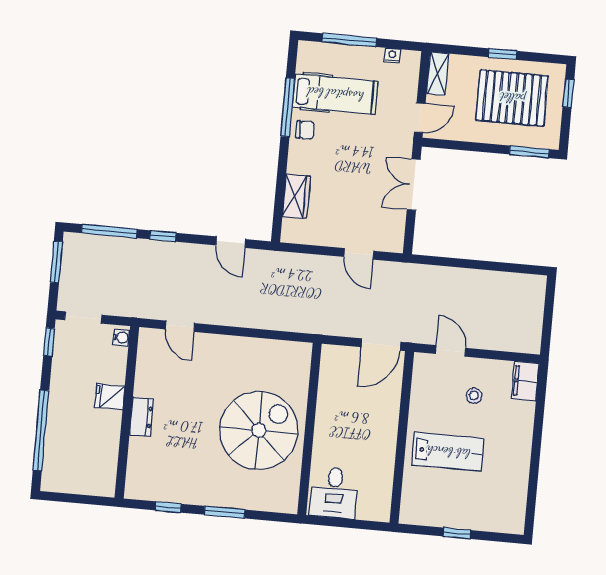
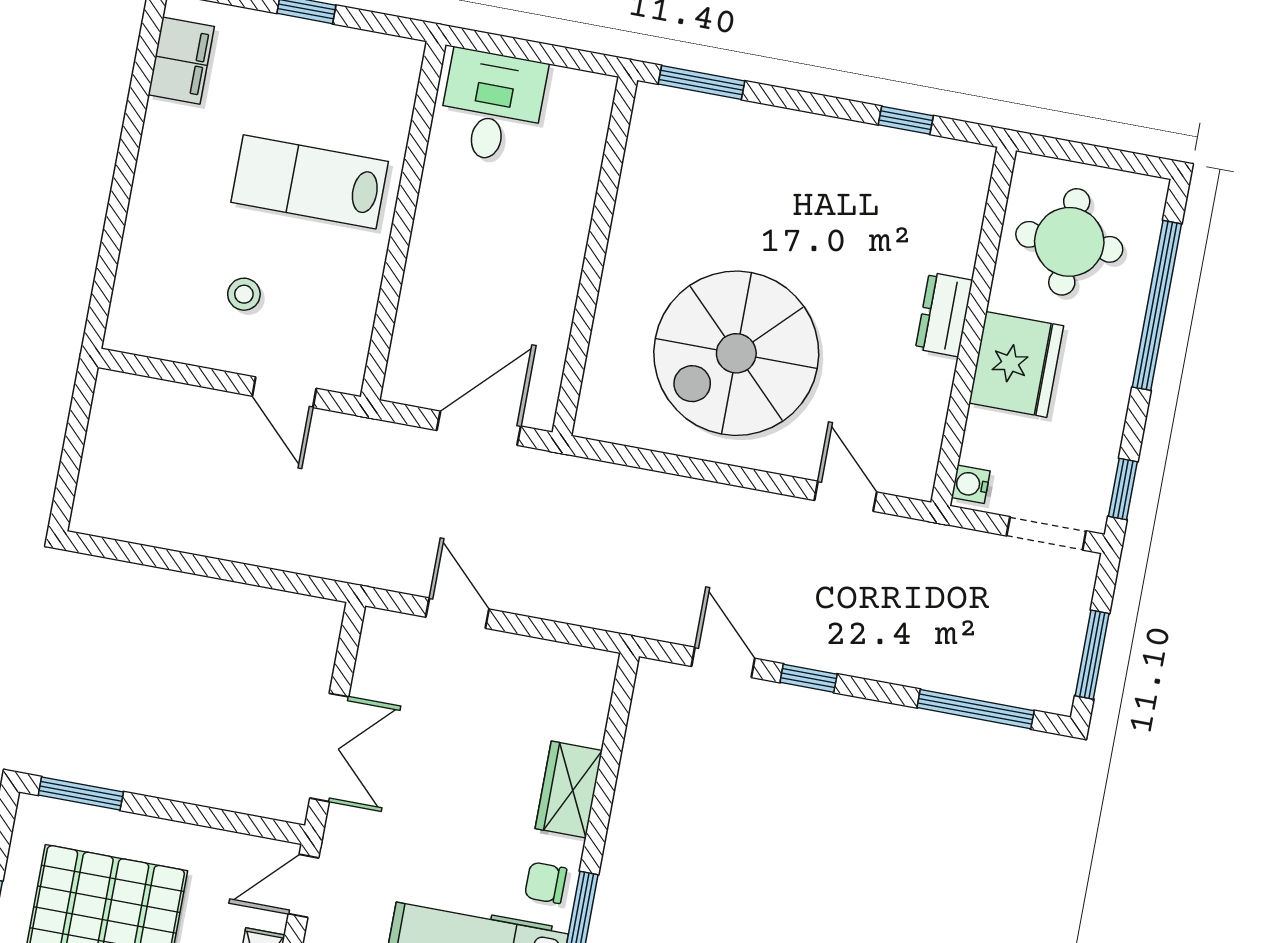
wardrobe: (296, 196) -> (569, 790), moved
window: (163, 236) -> (809, 678), moved
door: (381, 345) -> (479, 428), moved
filing cabinet: (525, 381) -> (181, 61), moved
fridge: (110, 397) -> (1016, 364), width x1.88, depth x1.34
spiral stairs: (259, 430) -> (736, 353), moved
round table: (85, 457) -> (1069, 242), added
desk: (334, 493) -> (492, 106), moved
window: (225, 512) -> (702, 82), moved

